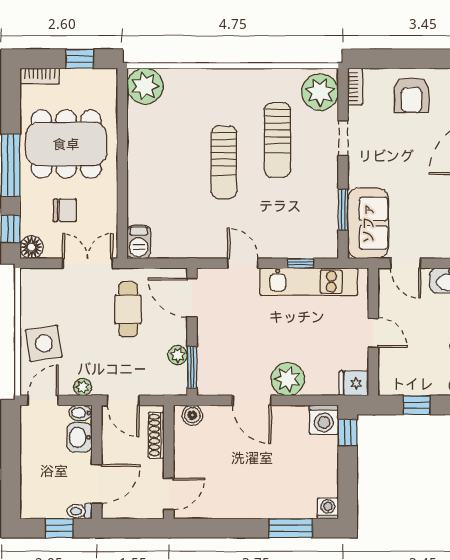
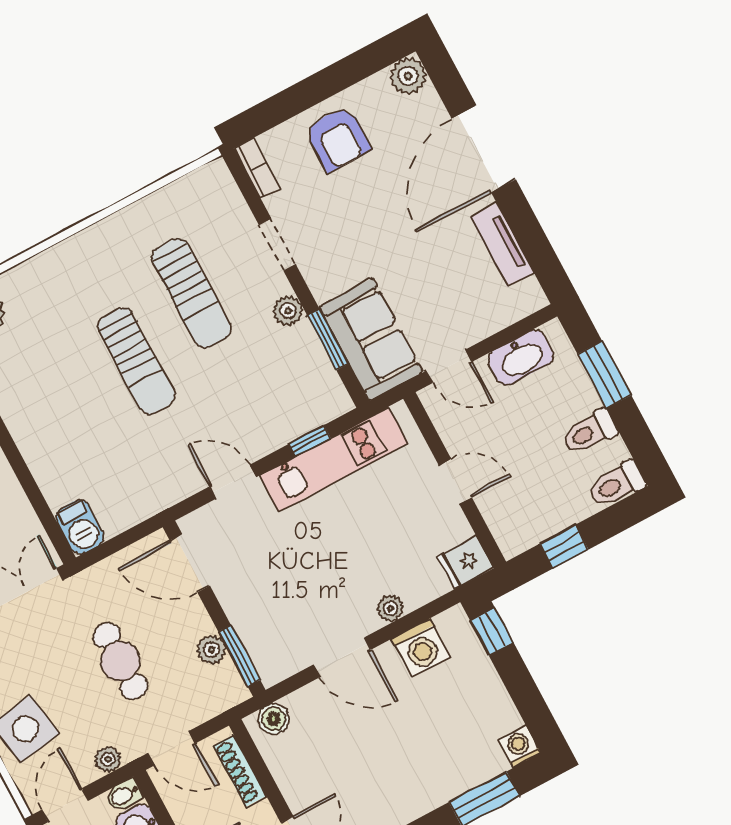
plant: (320, 92) -> (288, 311), moved, width x0.53, depth x0.53
cafe table: (128, 309) -> (120, 661), moved
plant: (288, 379) -> (390, 608), width x0.53, depth x0.53
washing machine: (324, 420) -> (421, 648), moved

